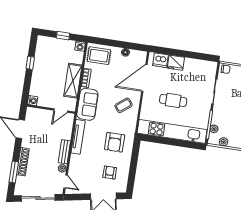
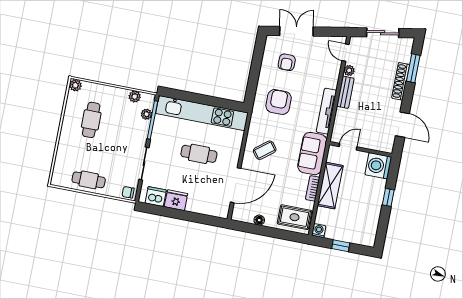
dishwasher: (160, 60) -> (156, 197), moved
window: (30, 63) -> (388, 197), moved
fridge: (176, 63) -> (176, 200), moved
washing machine: (32, 101) -> (378, 166), width x1.89, depth x1.89
sliding door: (38, 198) -> (383, 33), width x0.73

